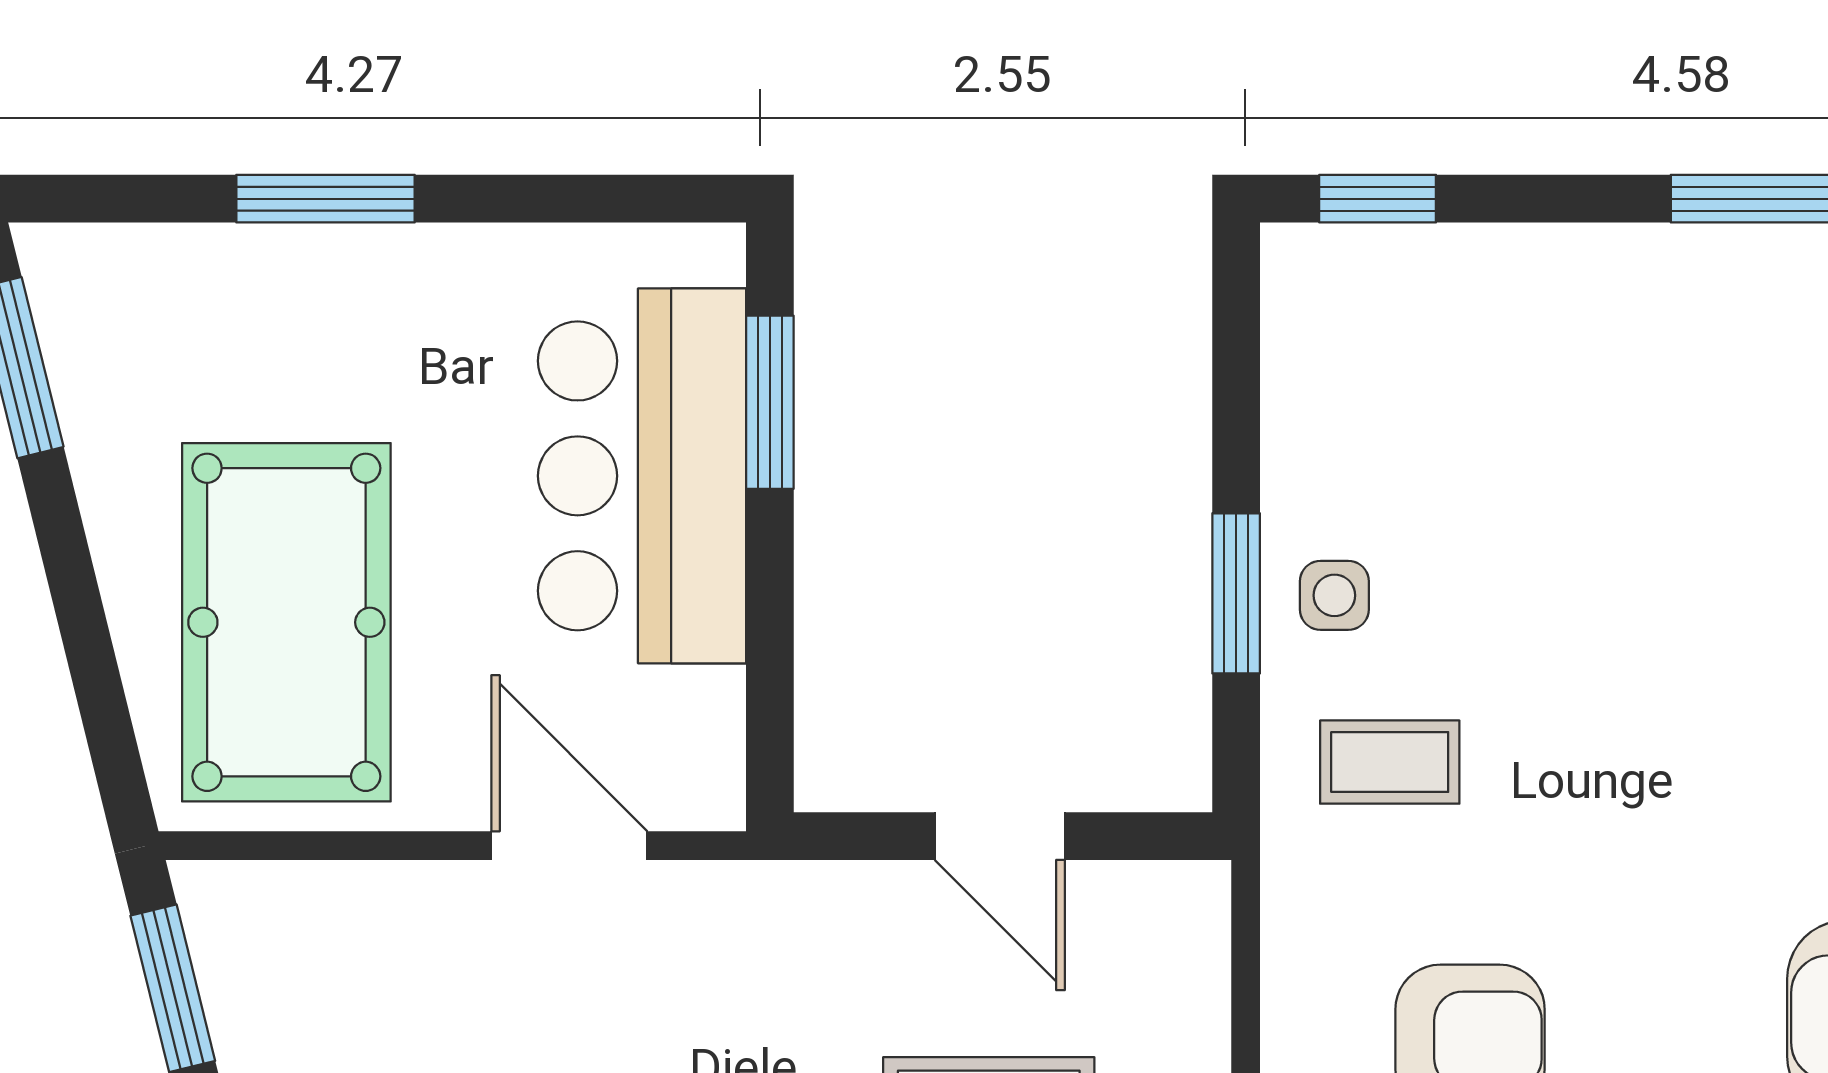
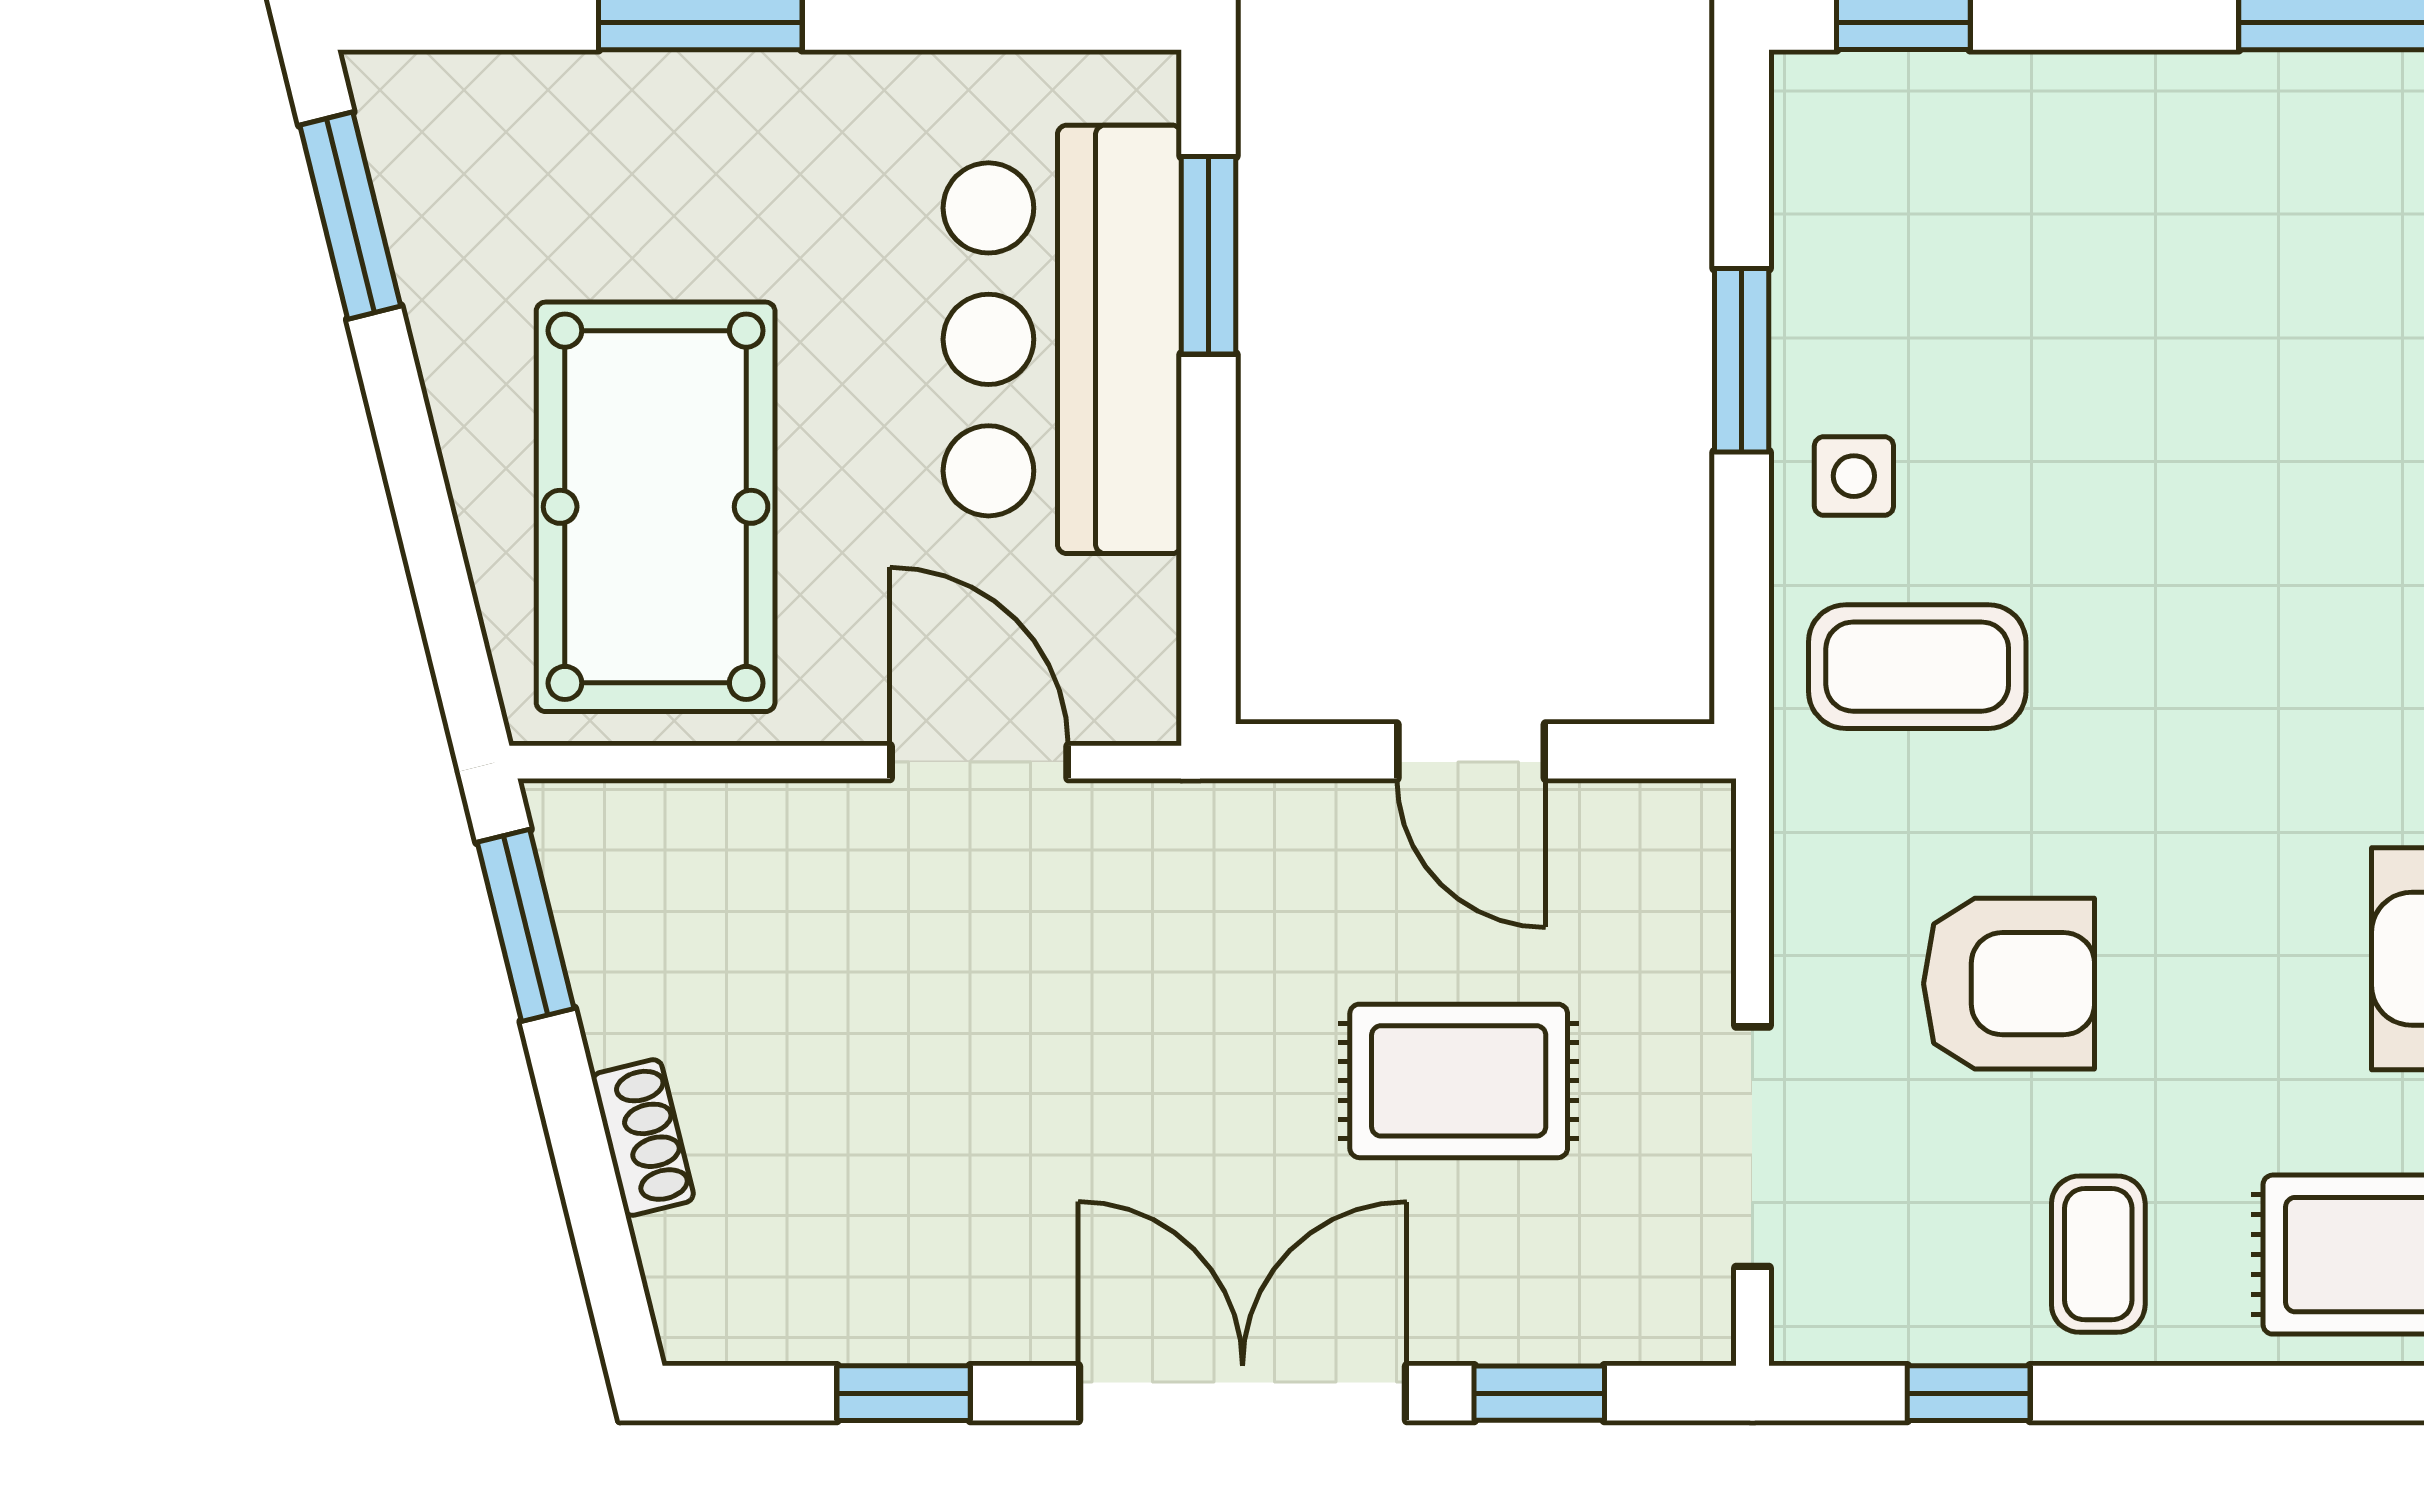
window: (1236, 593) -> (1742, 360), moved
coffee table: (1390, 762) -> (1917, 667), width x1.36, depth x1.30

